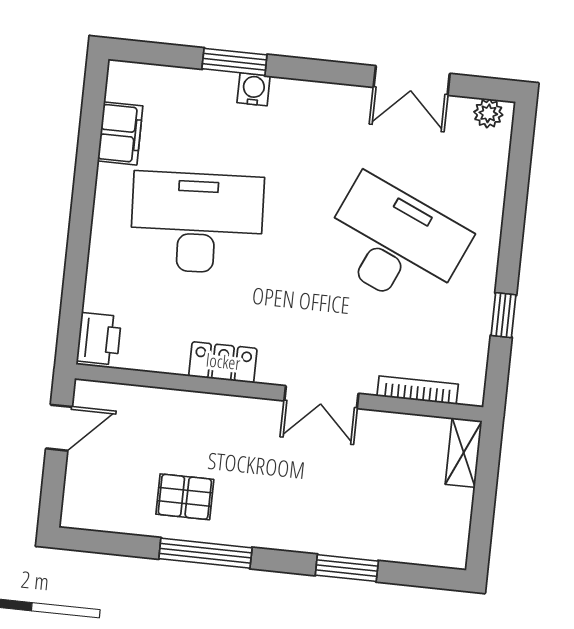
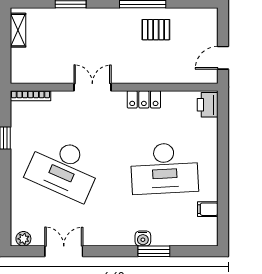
filing cabinet: (120, 133) -> (208, 209), width x0.50
bookcase: (418, 390) -> (31, 96), moved
shelving: (464, 453) -> (18, 30), moved

